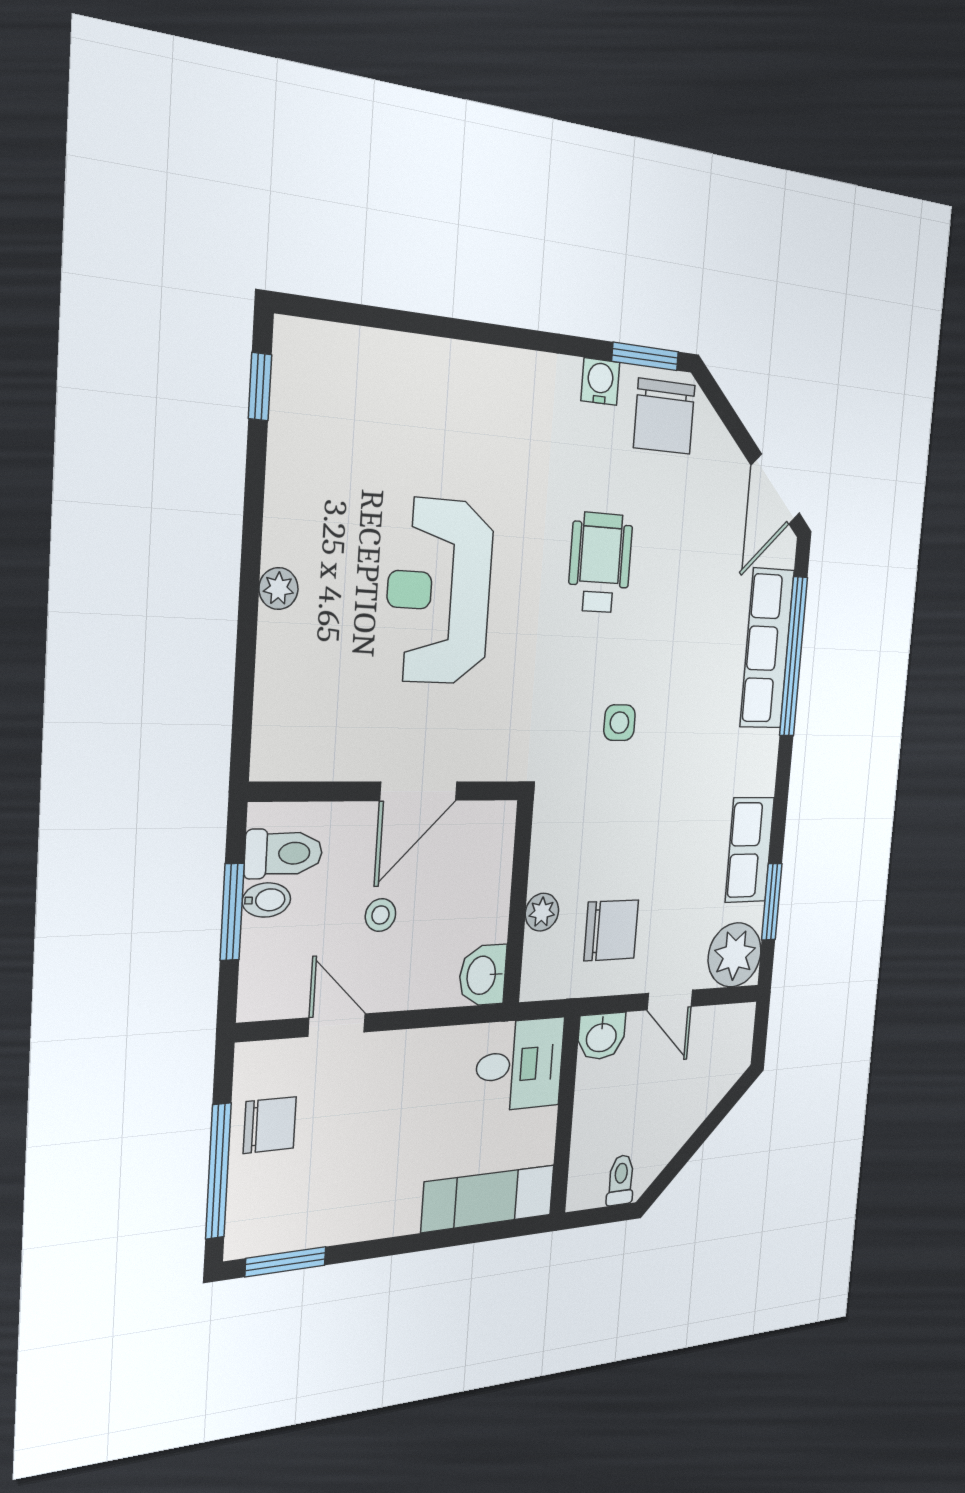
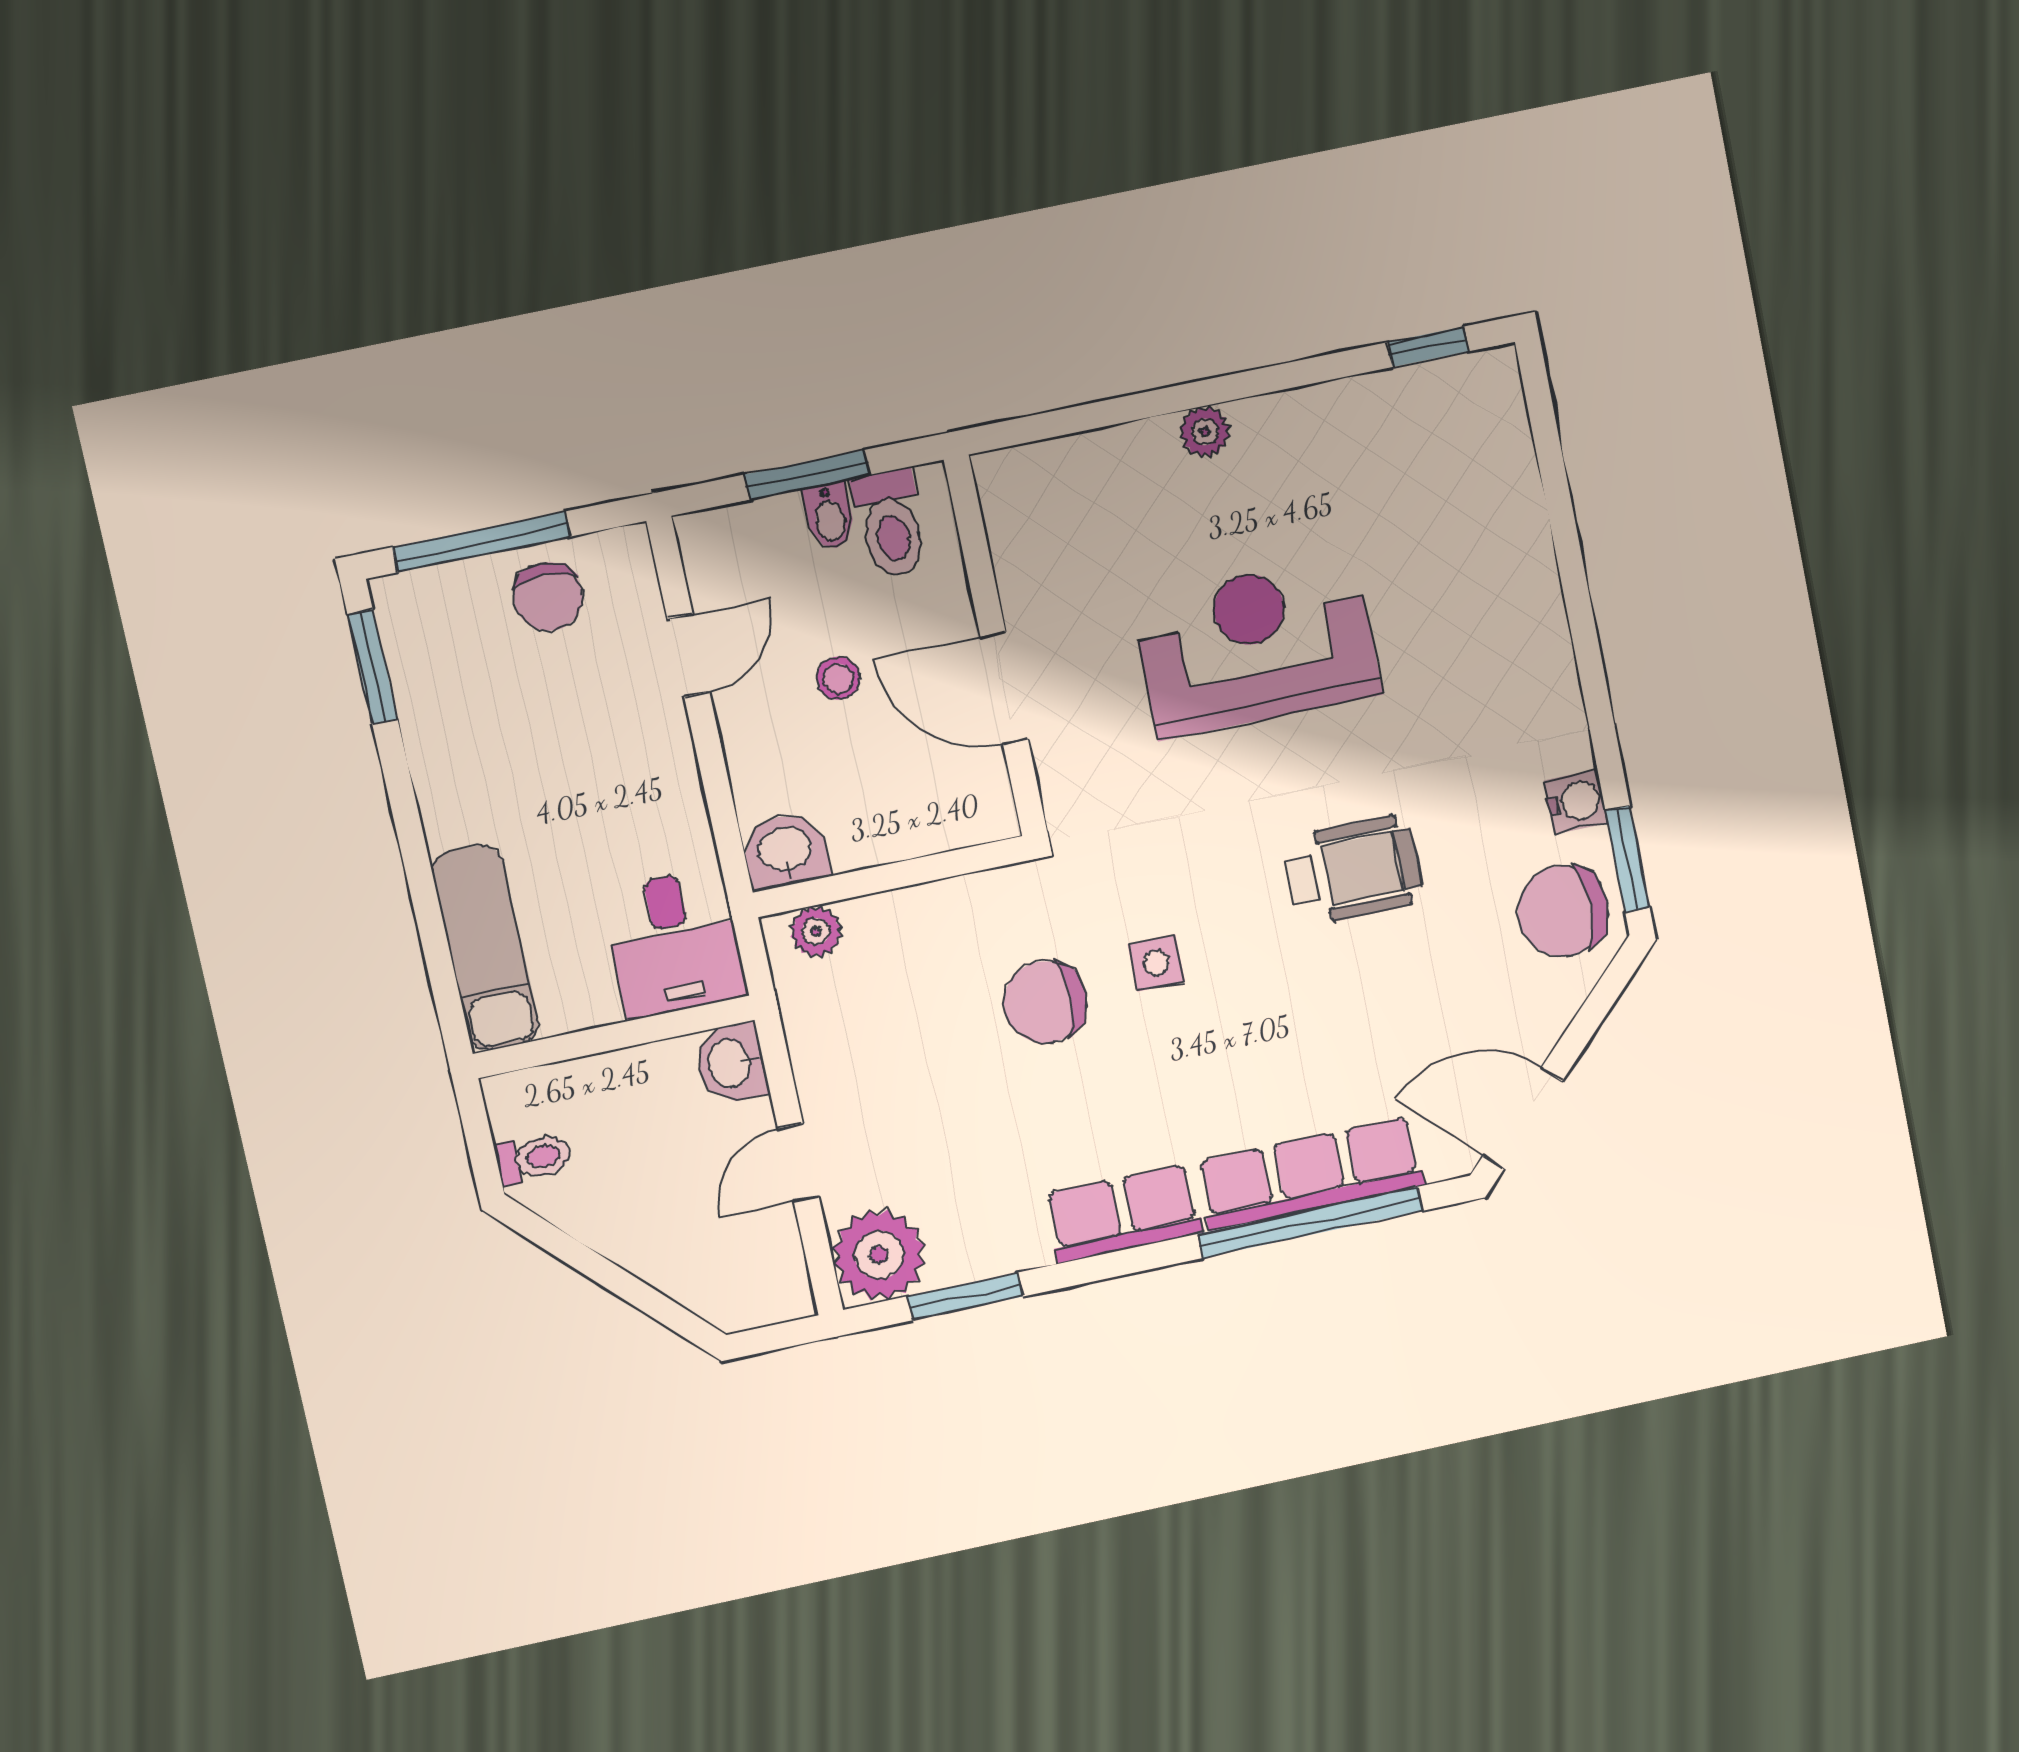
row of seats: (750, 850) -> (1123, 1214), moved
plant: (542, 912) -> (816, 931), moved
chair: (611, 930) -> (1045, 1002), moved, turned 90

